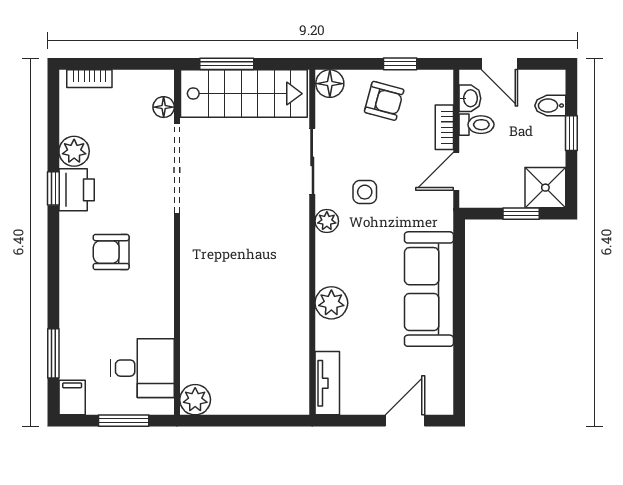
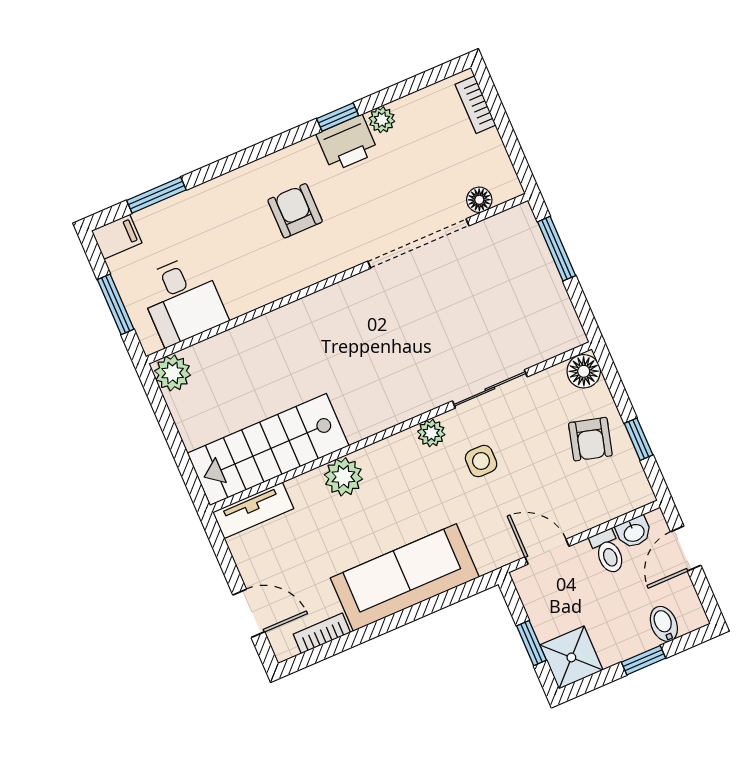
stairs: (244, 94) -> (268, 450), moved, turned 90
bookcase: (444, 127) -> (322, 633), moved
plant: (74, 151) -> (382, 120), width x0.73, depth x0.73

